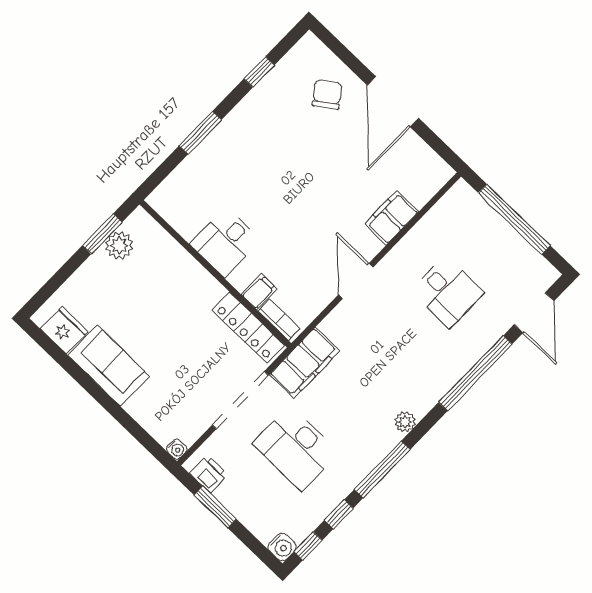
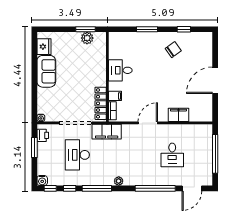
chair: (327, 94) -> (173, 50), moved

